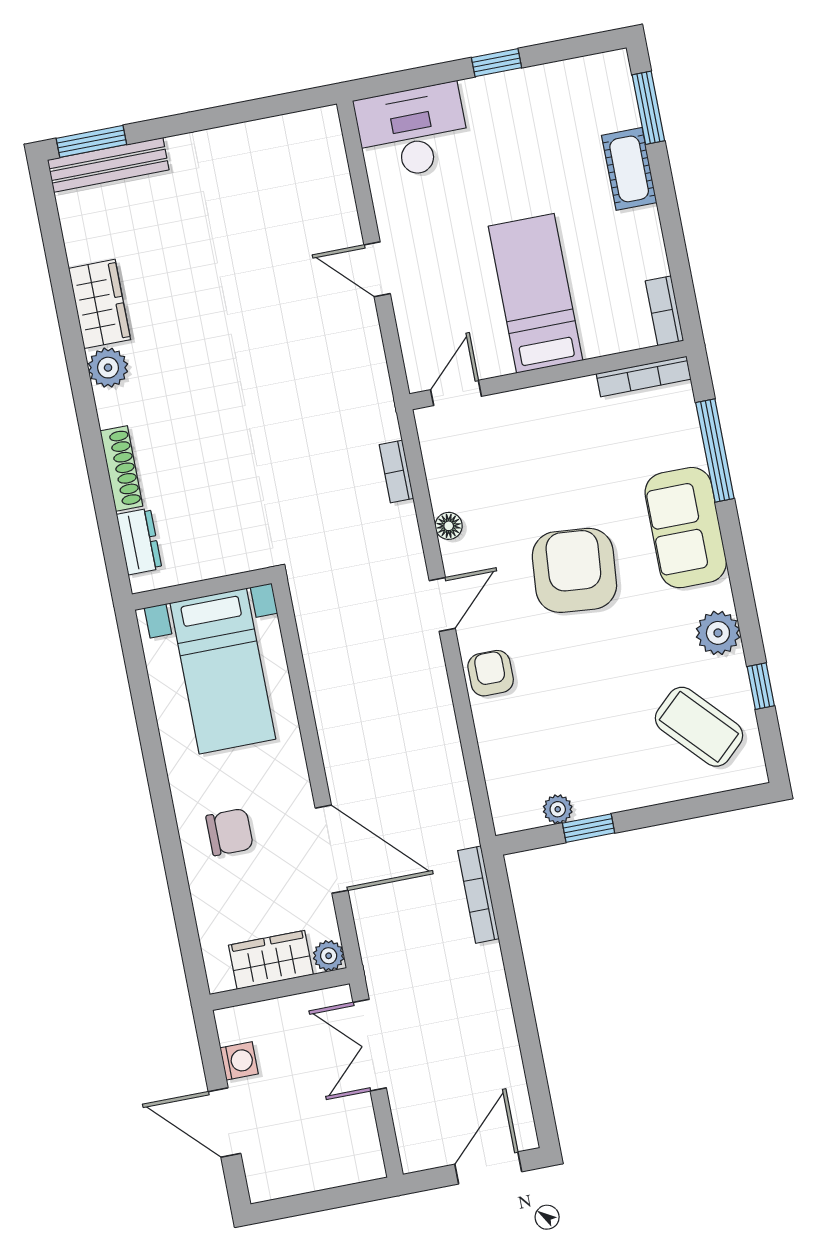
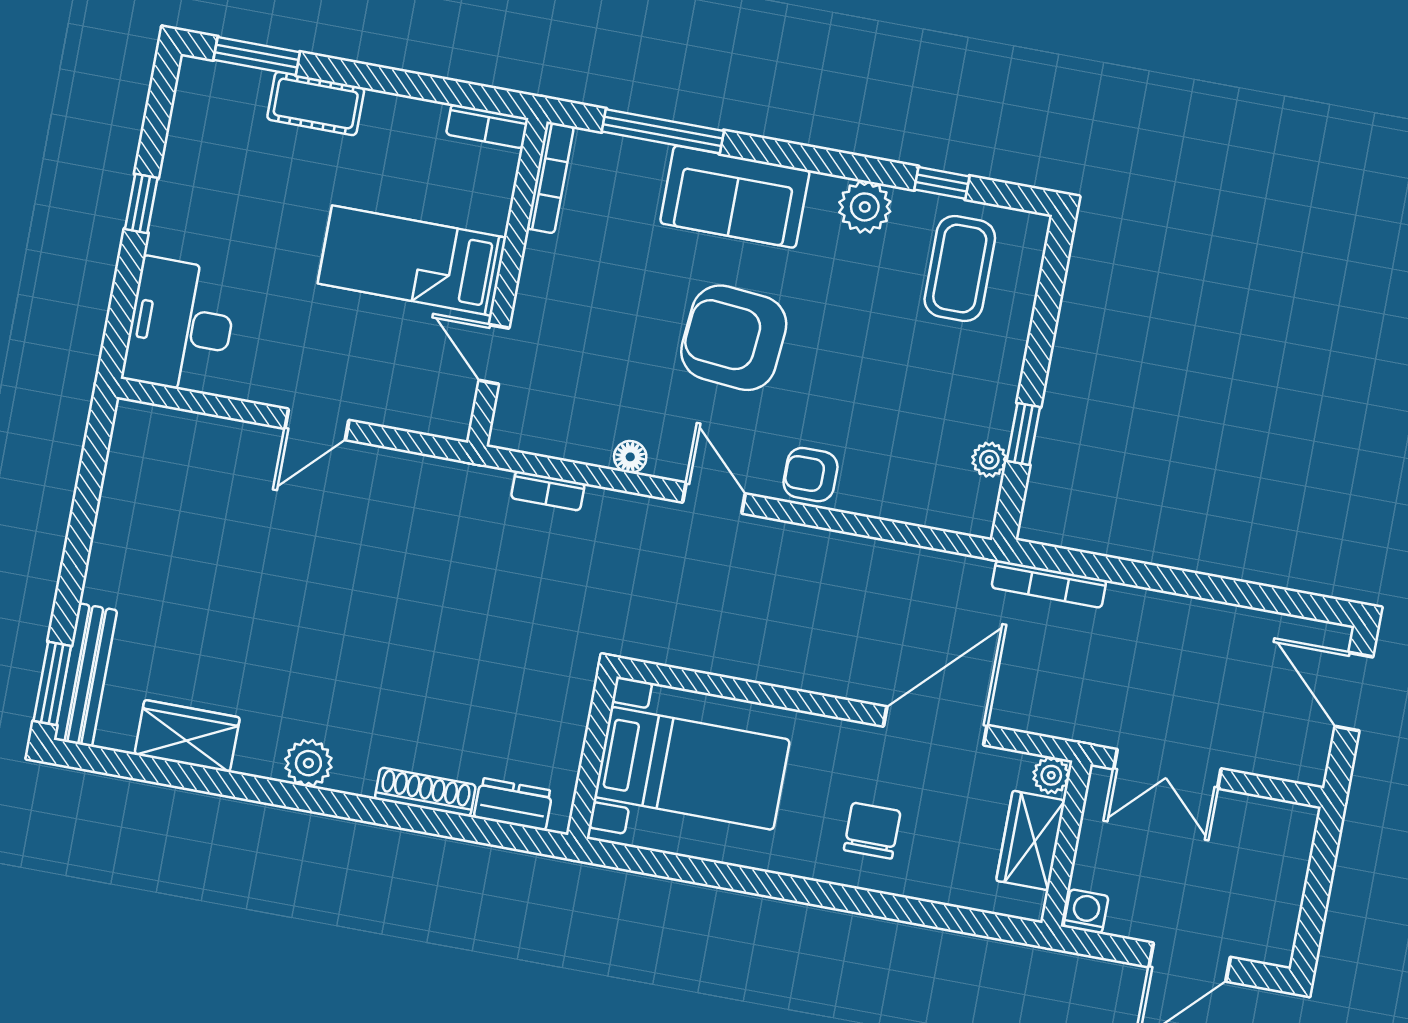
wardrobe: (100, 304) -> (187, 736), moved
door: (456, 393) -> (494, 354), moved
coffee table: (699, 727) -> (960, 268), turned -47
washing machine: (239, 1061) -> (1086, 911), moved

